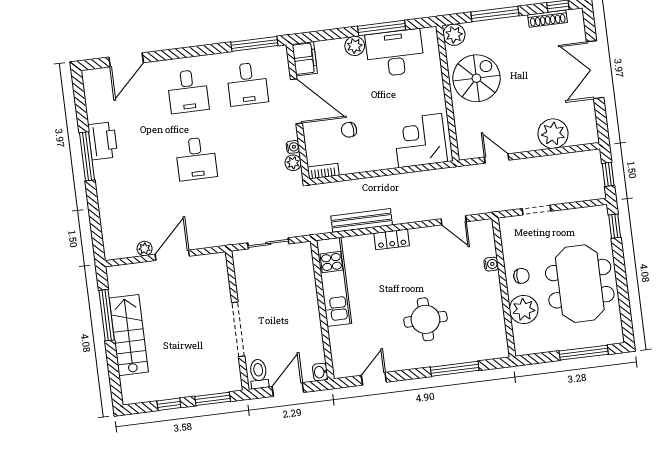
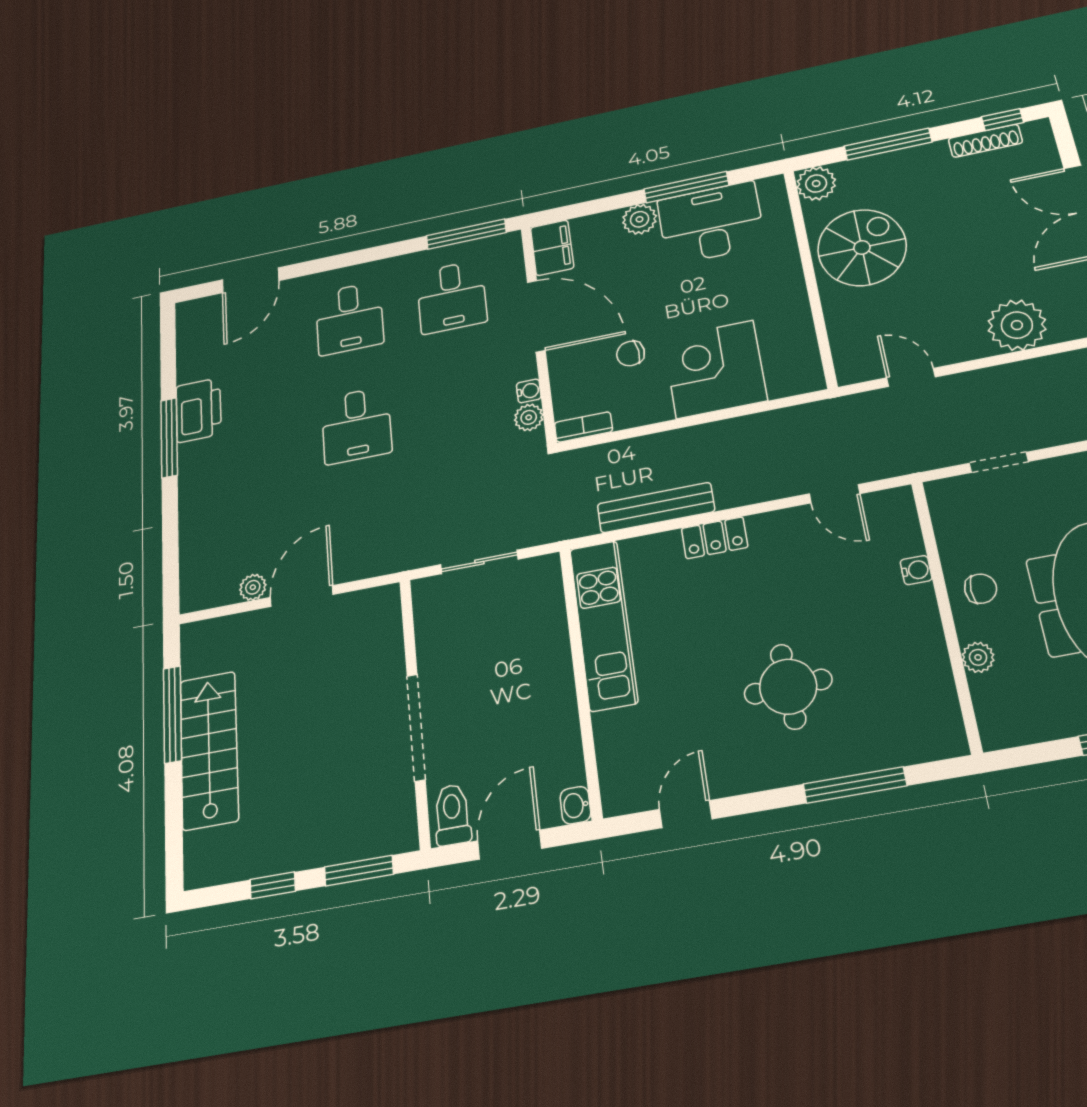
corner desk: (420, 141) -> (715, 369), moved
plant: (524, 309) -> (978, 657), width x0.53, depth x0.53

